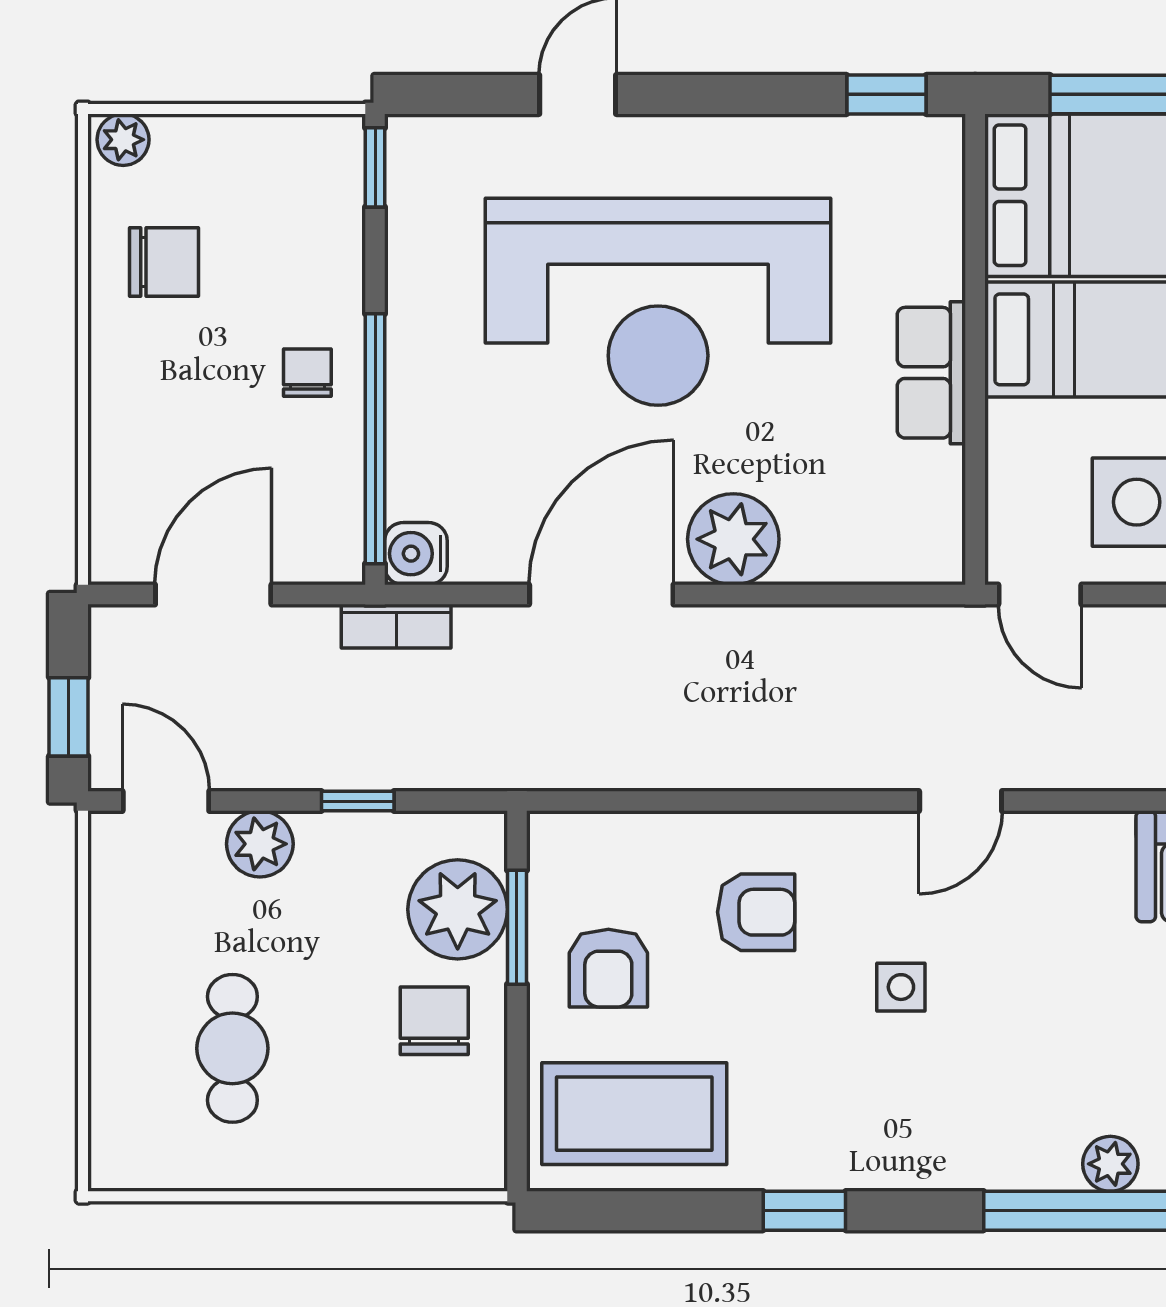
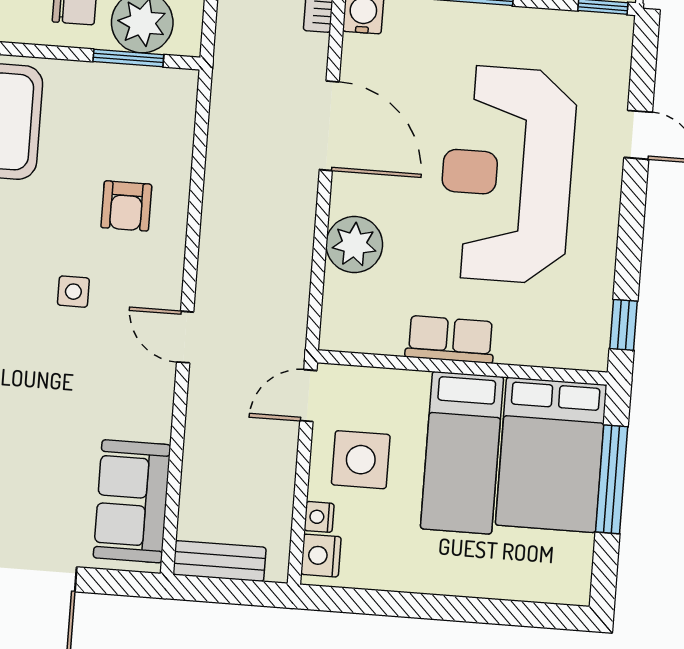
plant: (733, 539) -> (354, 245), moved
armchair: (608, 968) -> (99, 112), removed

